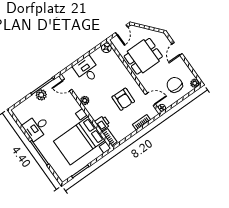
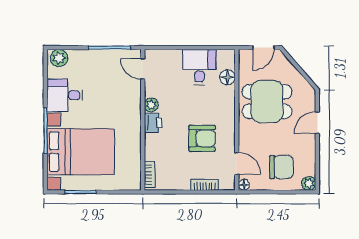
floor lamp: (106, 48) -> (227, 77), moved
desk: (87, 70) -> (199, 67), moved
chair: (175, 85) -> (281, 167), turned 90
plant: (41, 95) -> (59, 58), moved
armchair: (123, 99) -> (202, 138), turned -92
printer: (102, 123) -> (153, 123), moved
bed with nightstands: (79, 141) -> (81, 152), moved, turned 180

